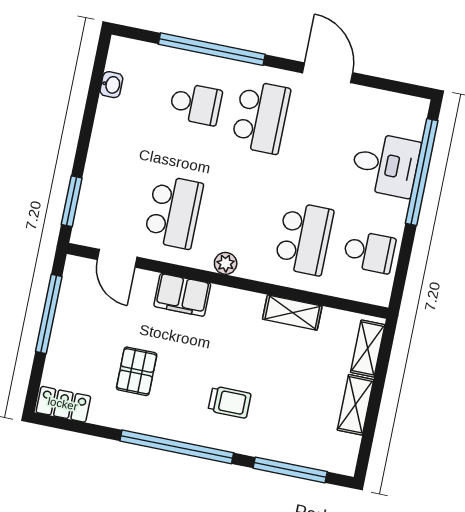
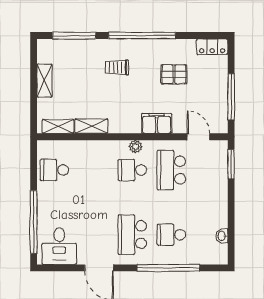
desk: (385, 165) -> (59, 246), moved, turned -90
school desk: (304, 239) -> (132, 170), moved, width x0.54
shelving: (368, 348) -> (58, 126), moved, turned 90
pallet: (137, 371) -> (174, 74), turned 90

